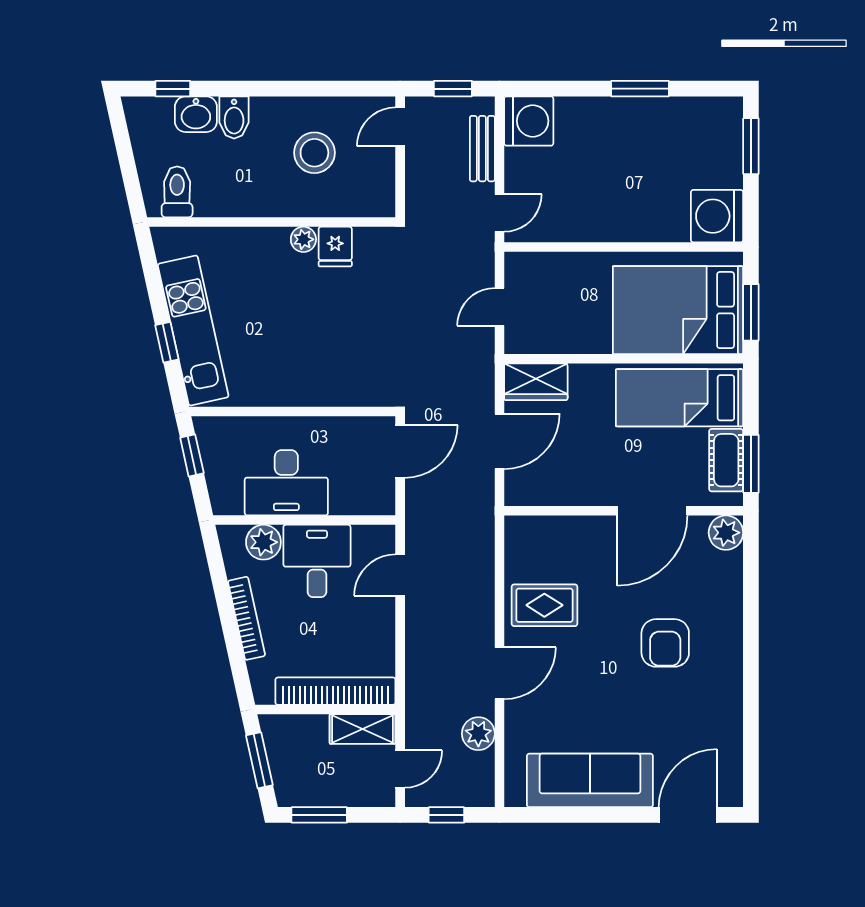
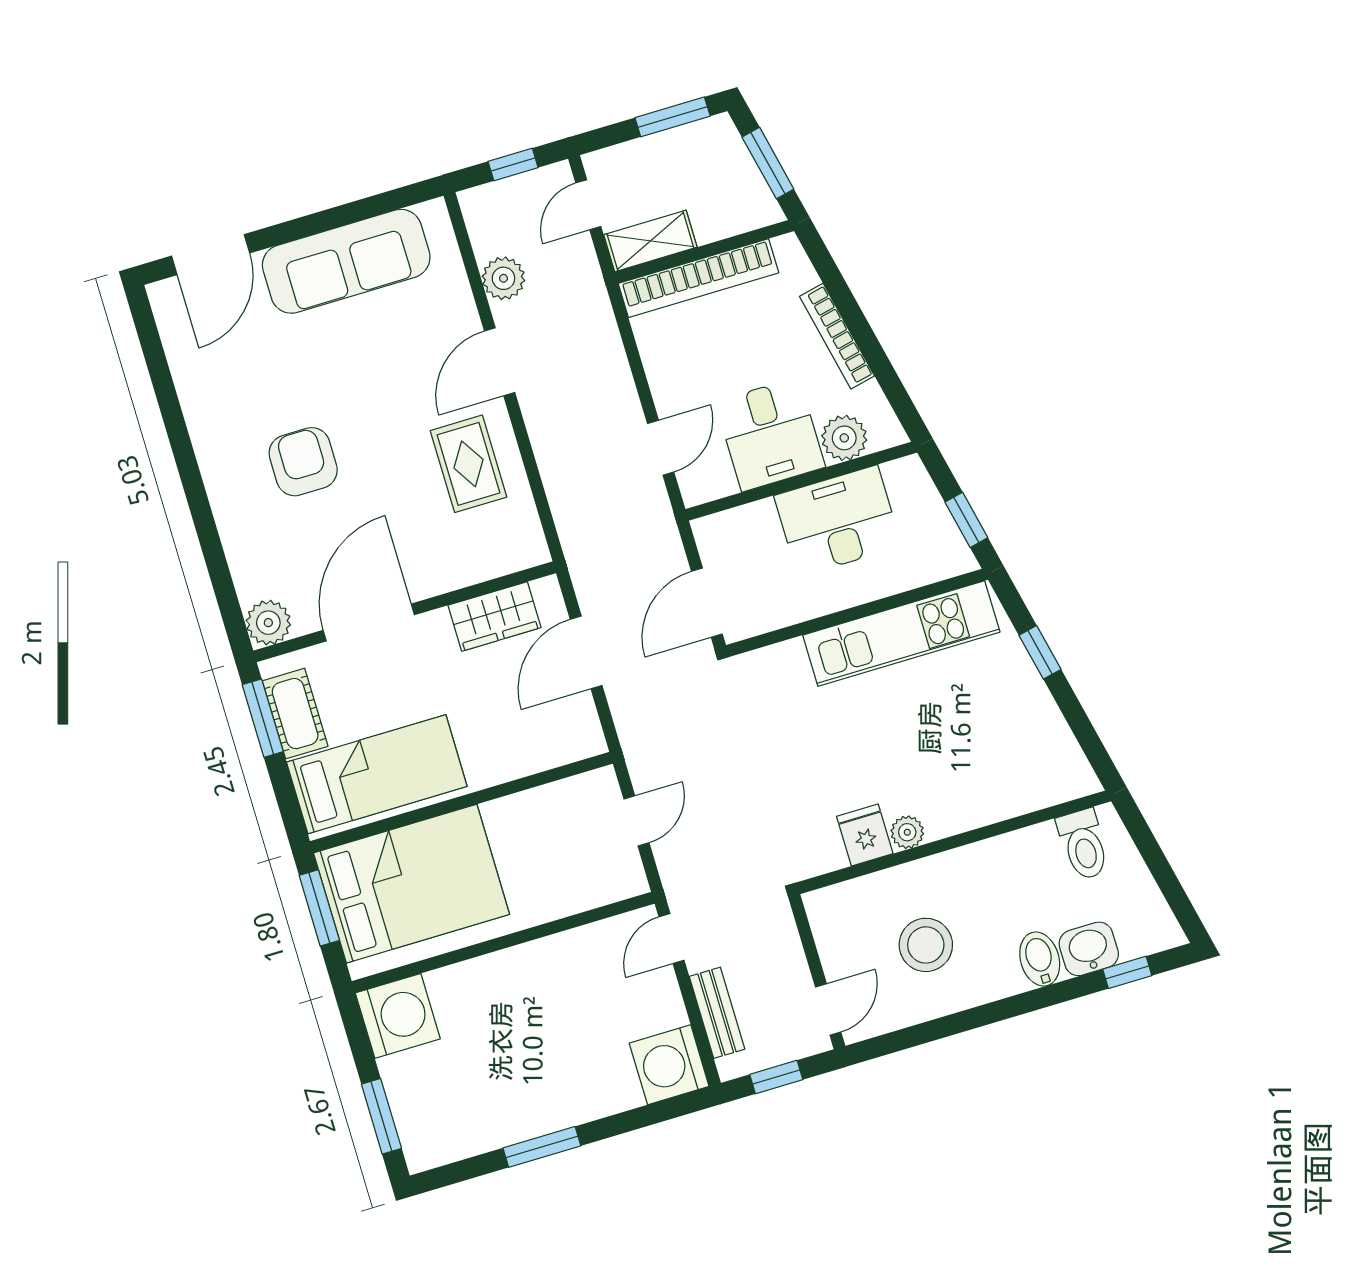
kitchen unit: (193, 330) -> (901, 634), moved, turned -78
wardrobe: (536, 382) -> (495, 616), moved, turned 180
rug: (544, 605) -> (469, 464), turned 90

